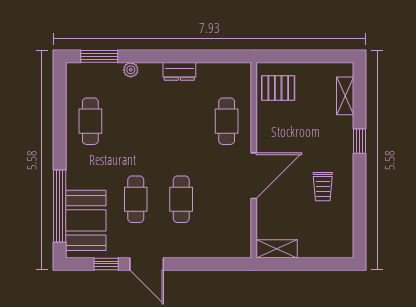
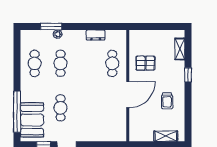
window: (99, 56) -> (51, 26), moved
dresser: (179, 71) -> (96, 35), moved
pallet: (278, 88) -> (145, 63), moved
cafe table: (181, 199) -> (60, 63), moved
shelving: (277, 249) -> (166, 136), moved

